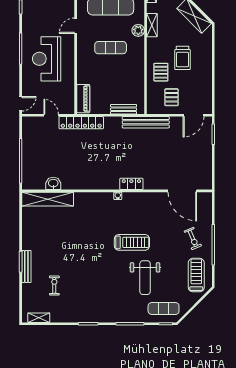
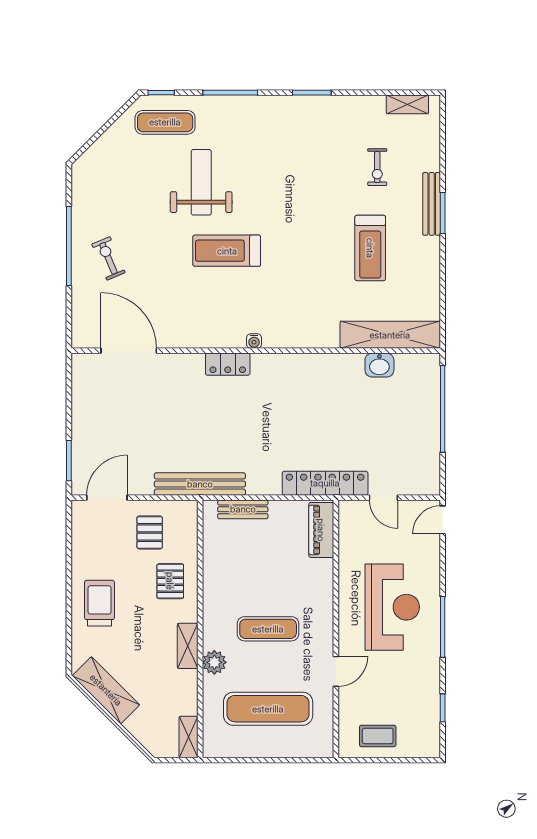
shelving: (152, 25) -> (188, 646), moved
trolley: (182, 58) -> (100, 603), moved
treadmill: (196, 275) -> (370, 248), moved

